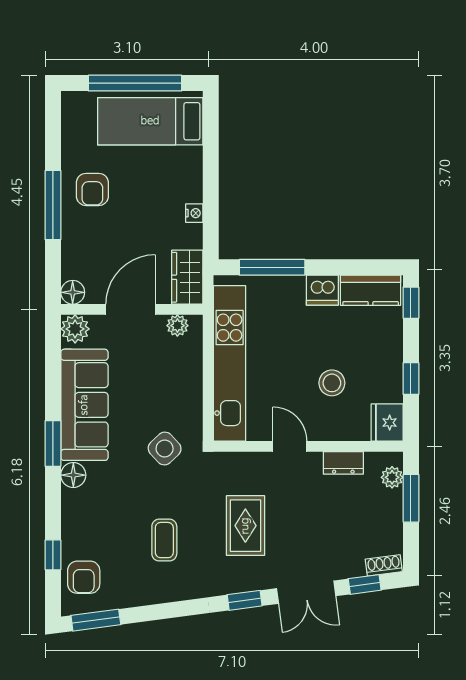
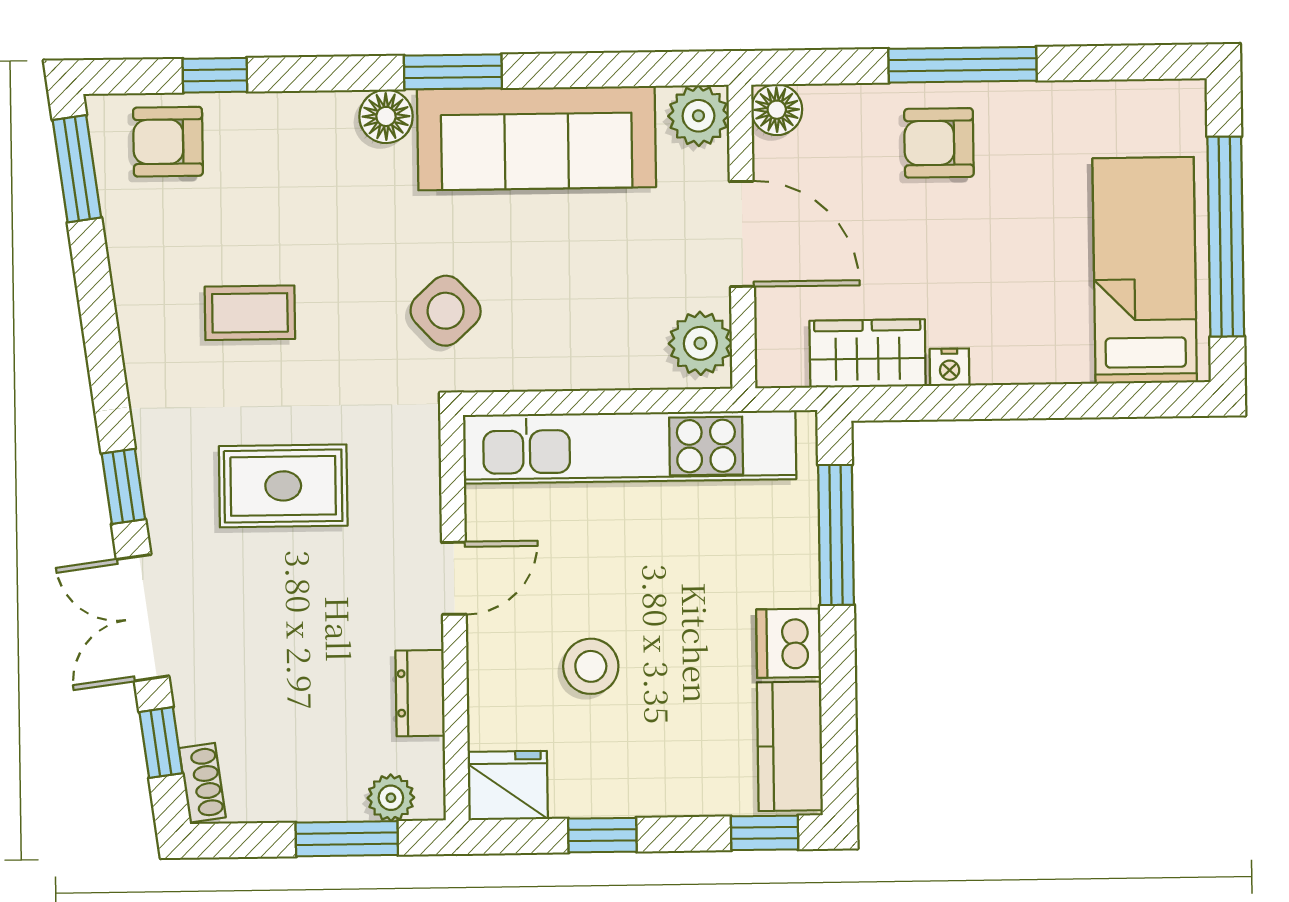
armchair: (92, 189) -> (939, 143), moved
wardrobe: (187, 277) -> (868, 353), moved
plant: (177, 326) -> (700, 343), width x1.38, depth x1.38

